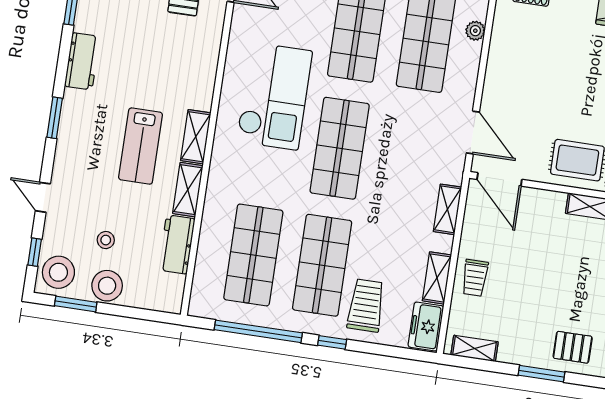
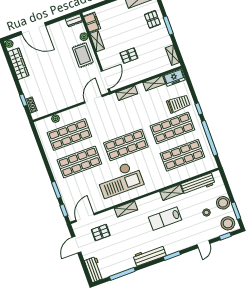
workbench: (82, 61) -> (150, 255), width x1.38
checkout: (274, 96) -> (120, 179), turned 180
shelving: (196, 137) -> (126, 209), moved
lab bench: (141, 146) -> (165, 219), turned 180
workbench: (177, 244) -> (198, 184), width x1.37
pallet: (524, 257) -> (129, 56), added
trolley: (475, 278) -> (146, 69), removed
trolley: (366, 306) -> (178, 104), turned 180

